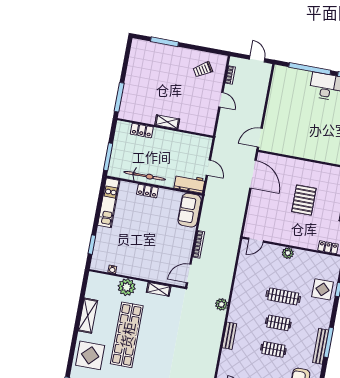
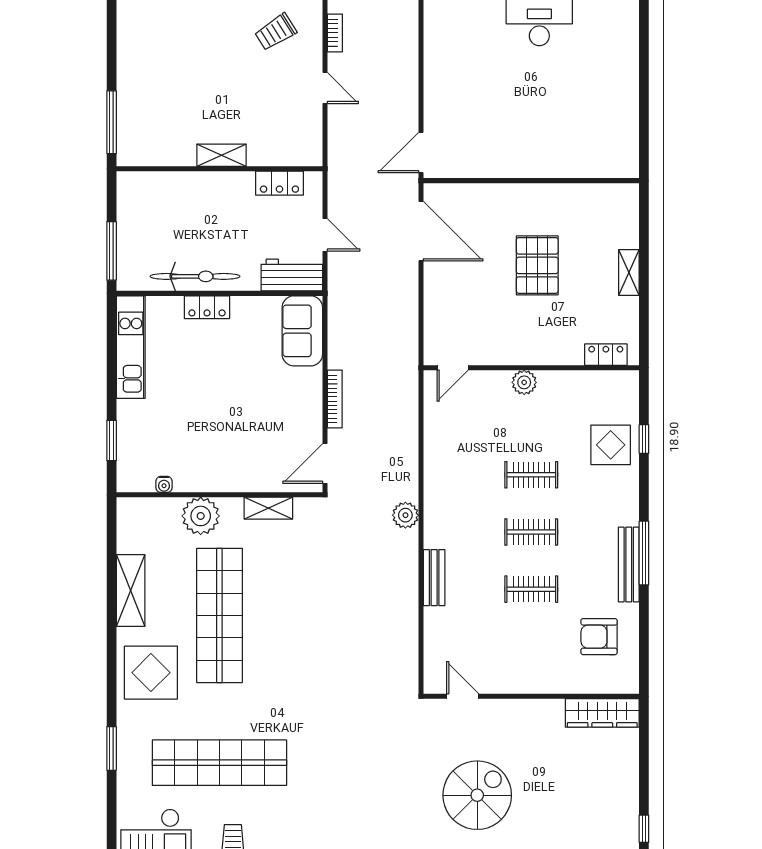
locker: (142, 131) -> (279, 183), moved
clothes rail: (283, 296) -> (531, 475), width x0.73

